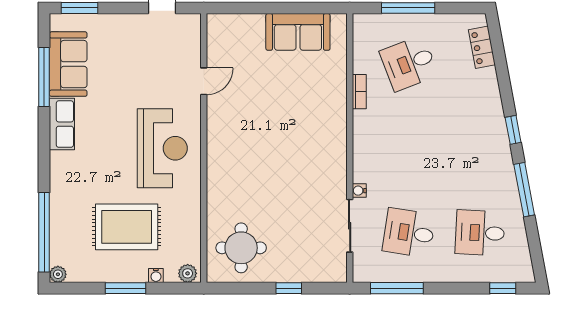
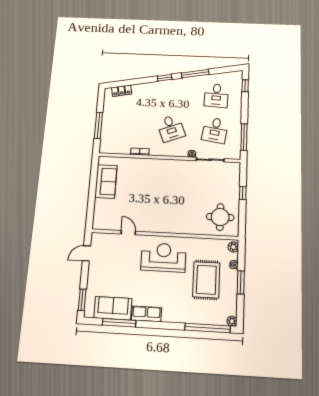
desk: (409, 63) -> (171, 128), moved

